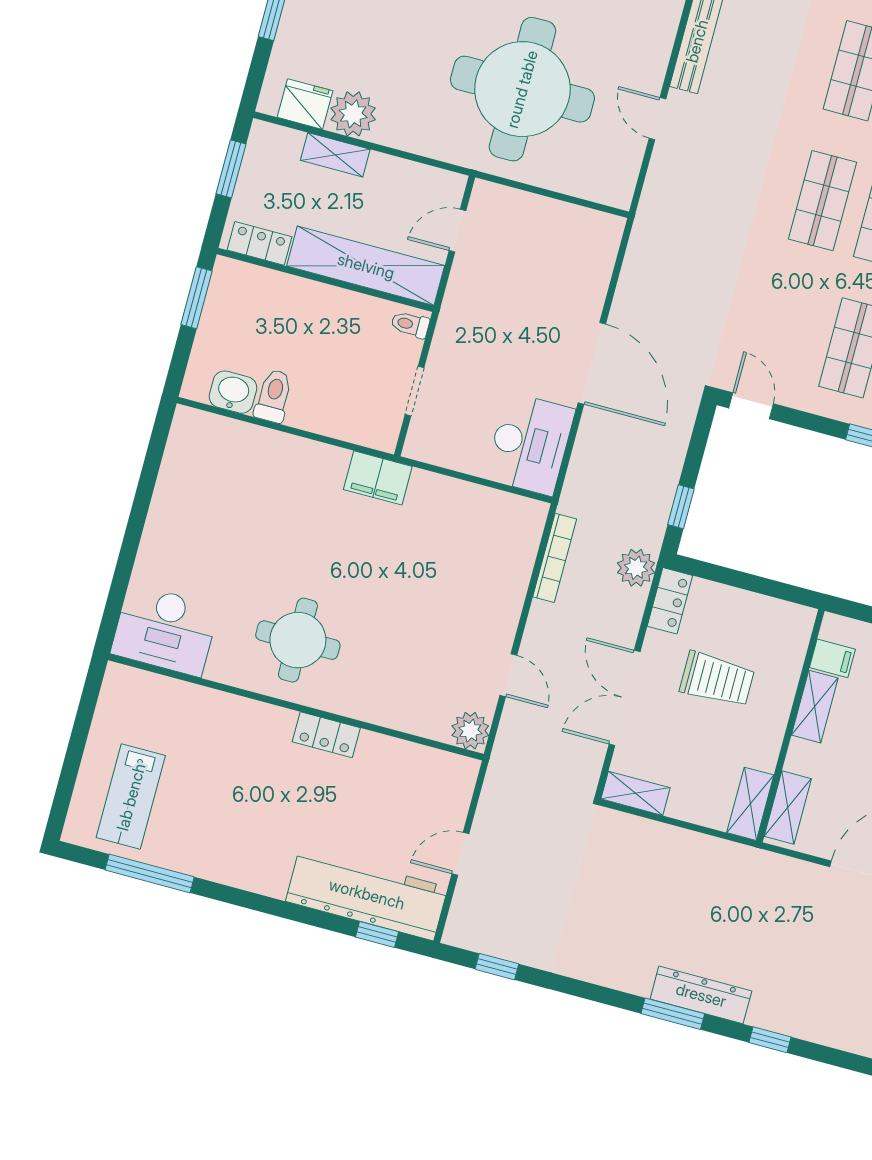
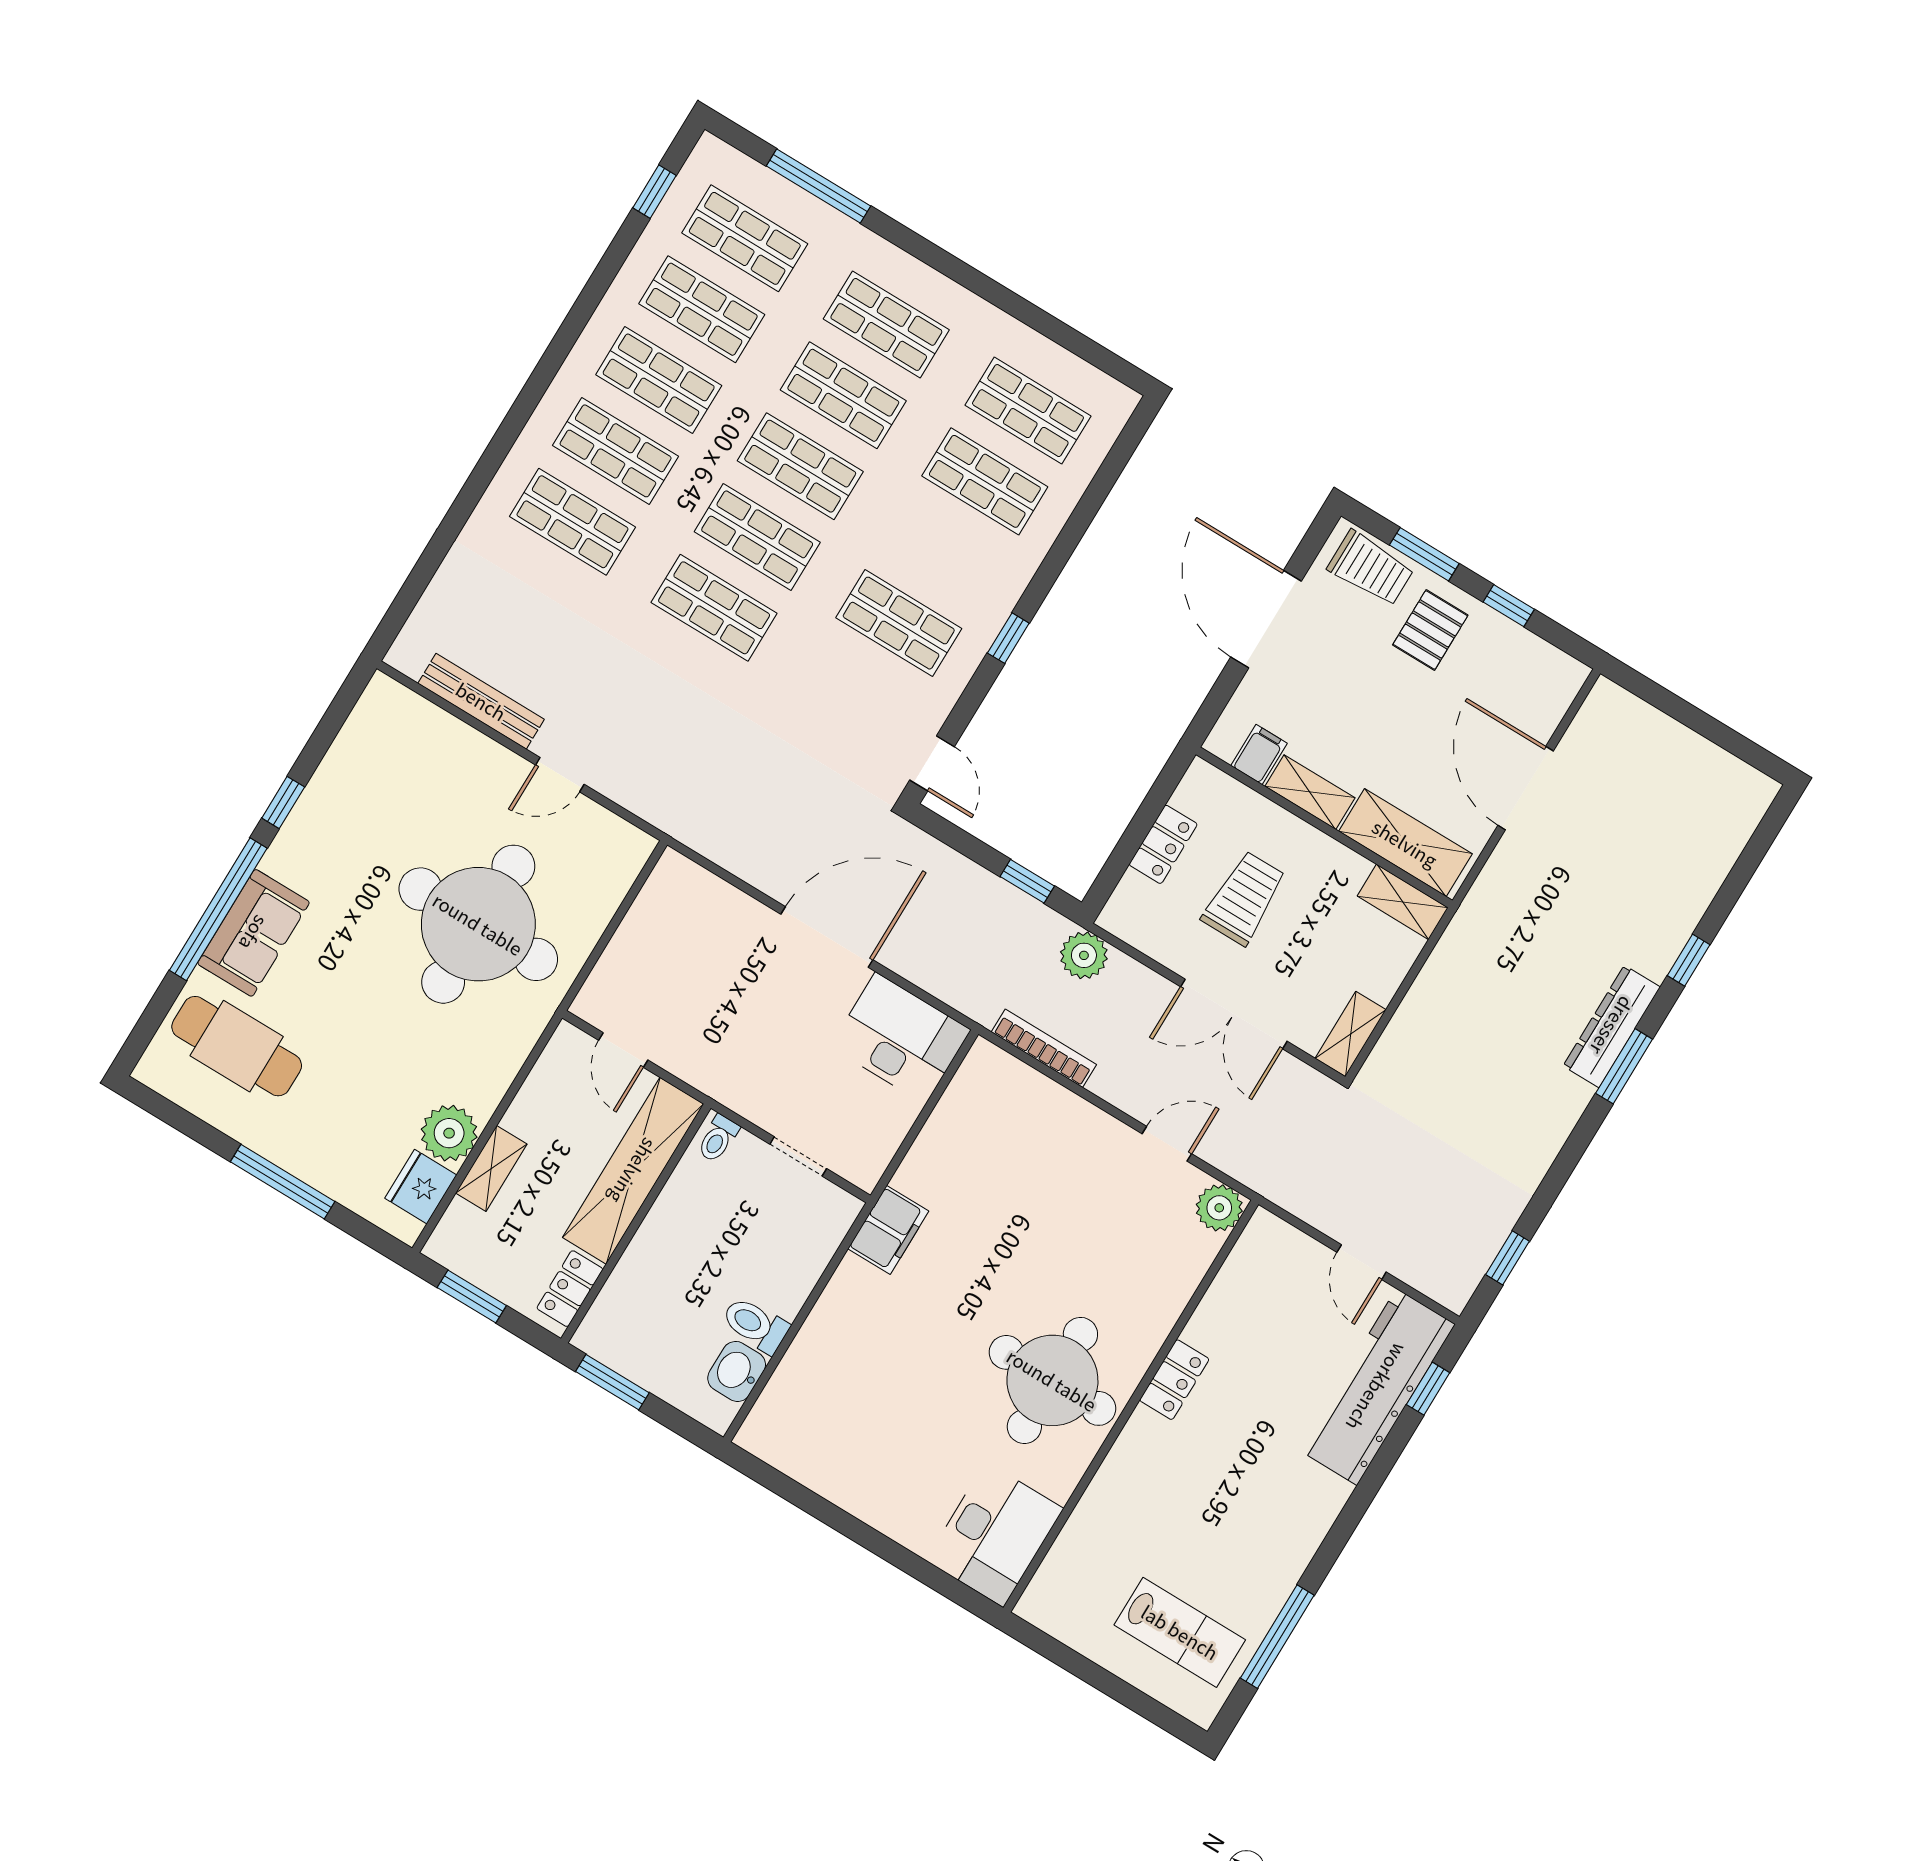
door: (751, 406) -> (932, 763), swing flipped
locker: (670, 601) -> (1163, 844), moved, turned 90
round table: (298, 640) -> (1052, 1380), width x1.36, depth x1.36
shelving: (788, 808) -> (1405, 843), width x1.50, depth x1.33

